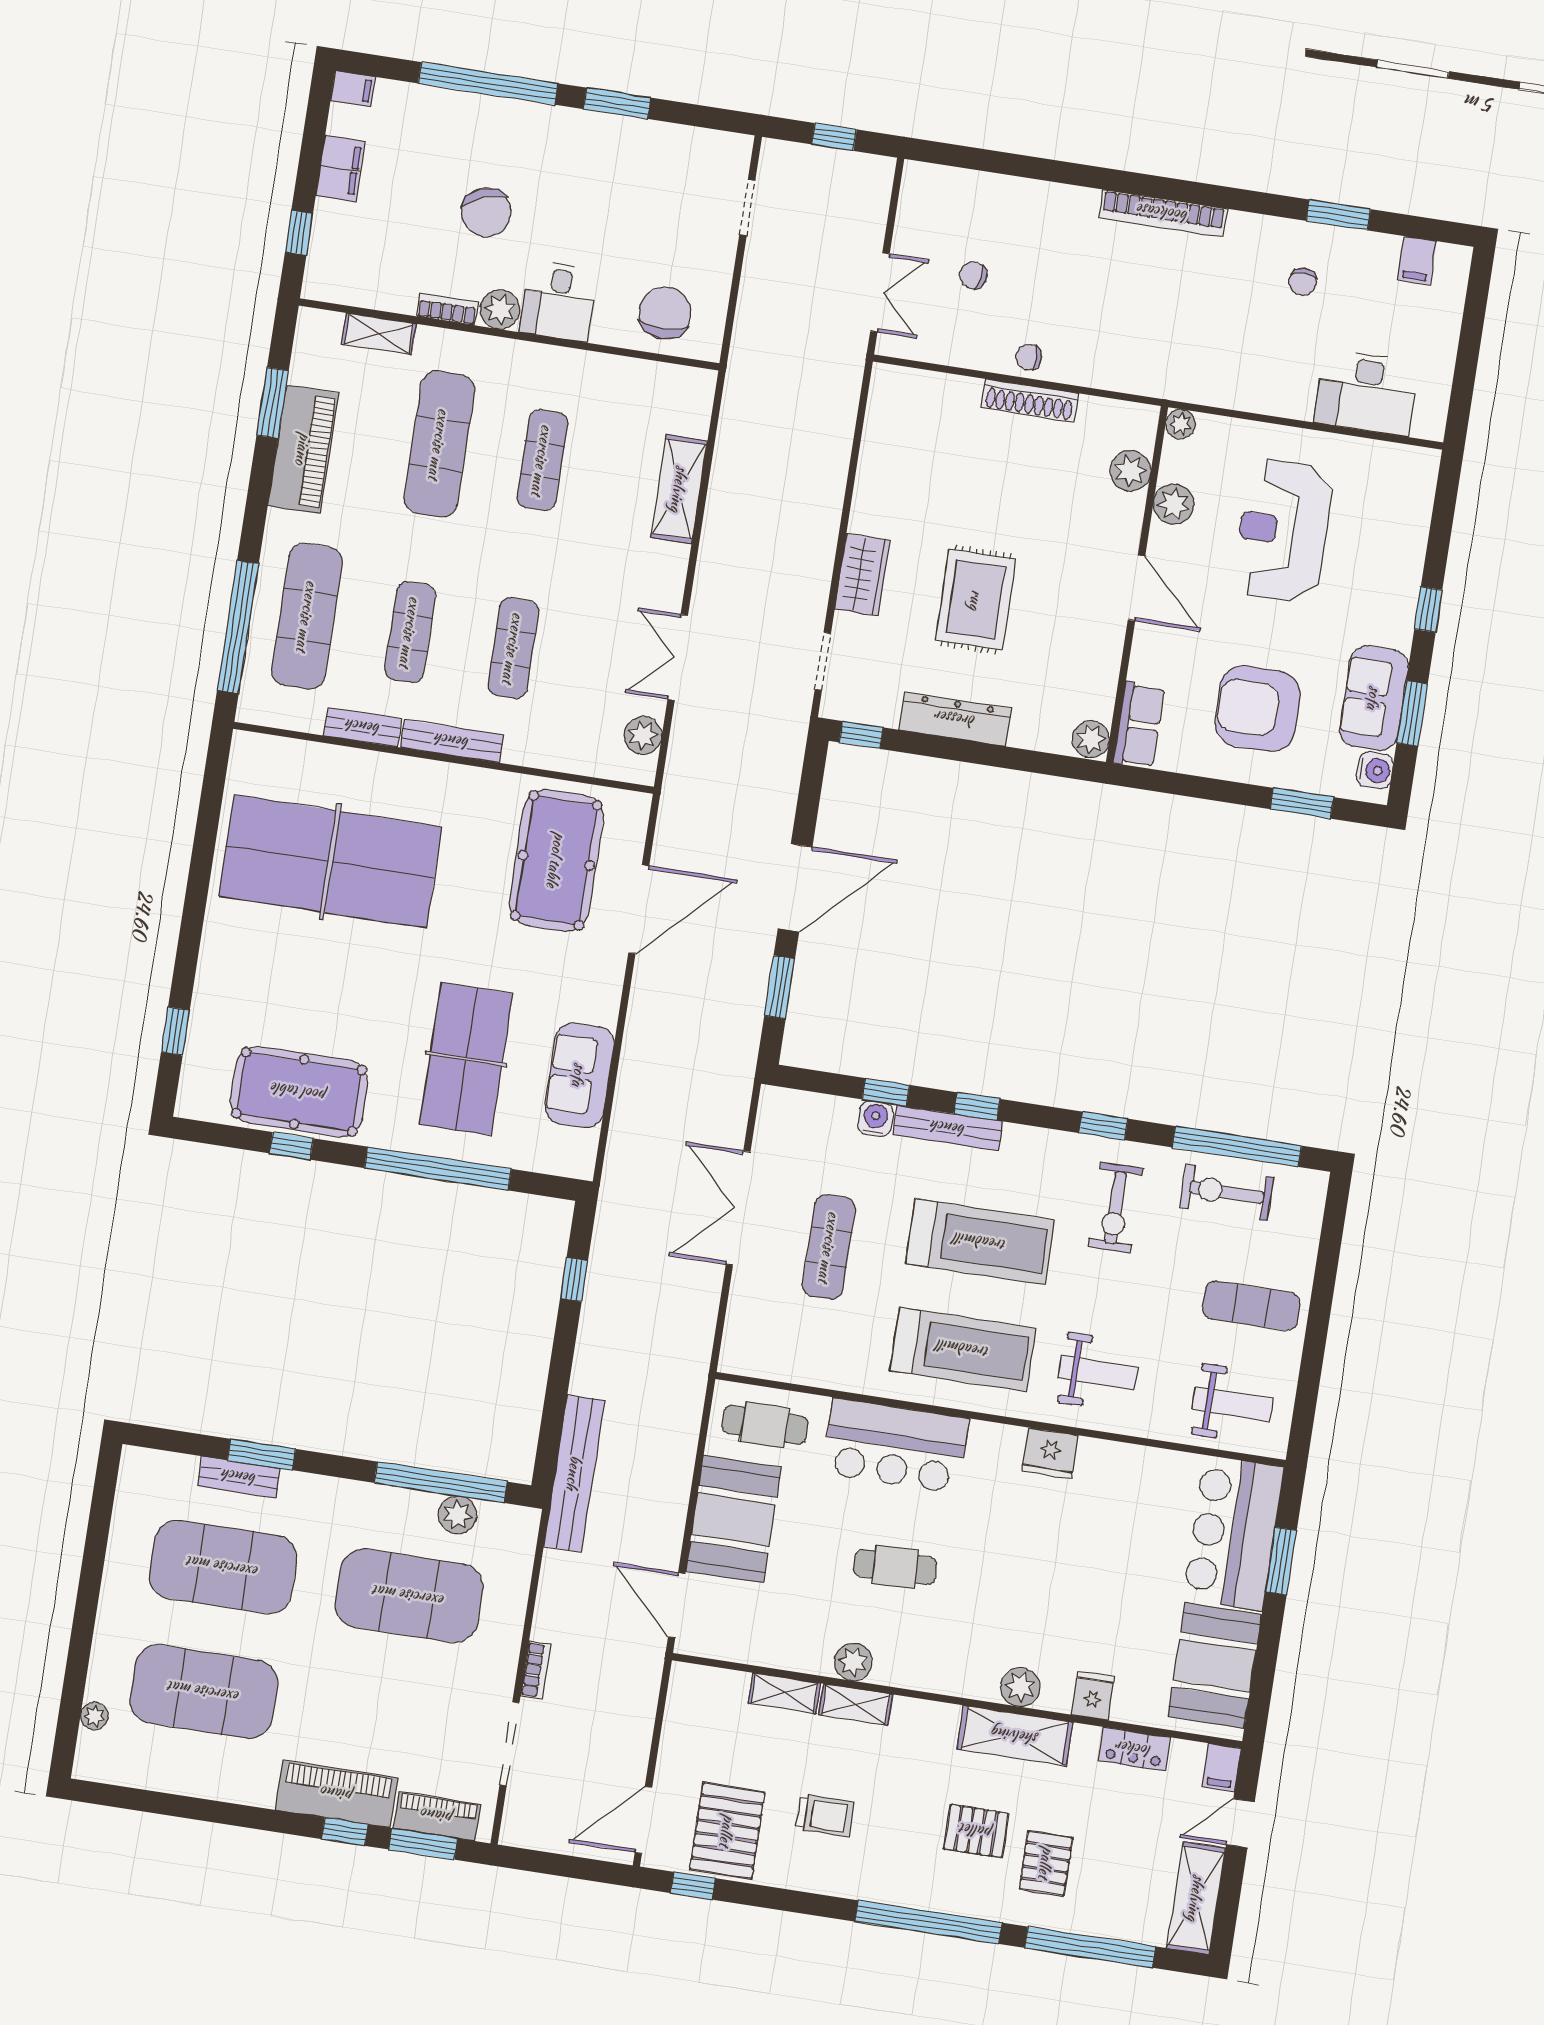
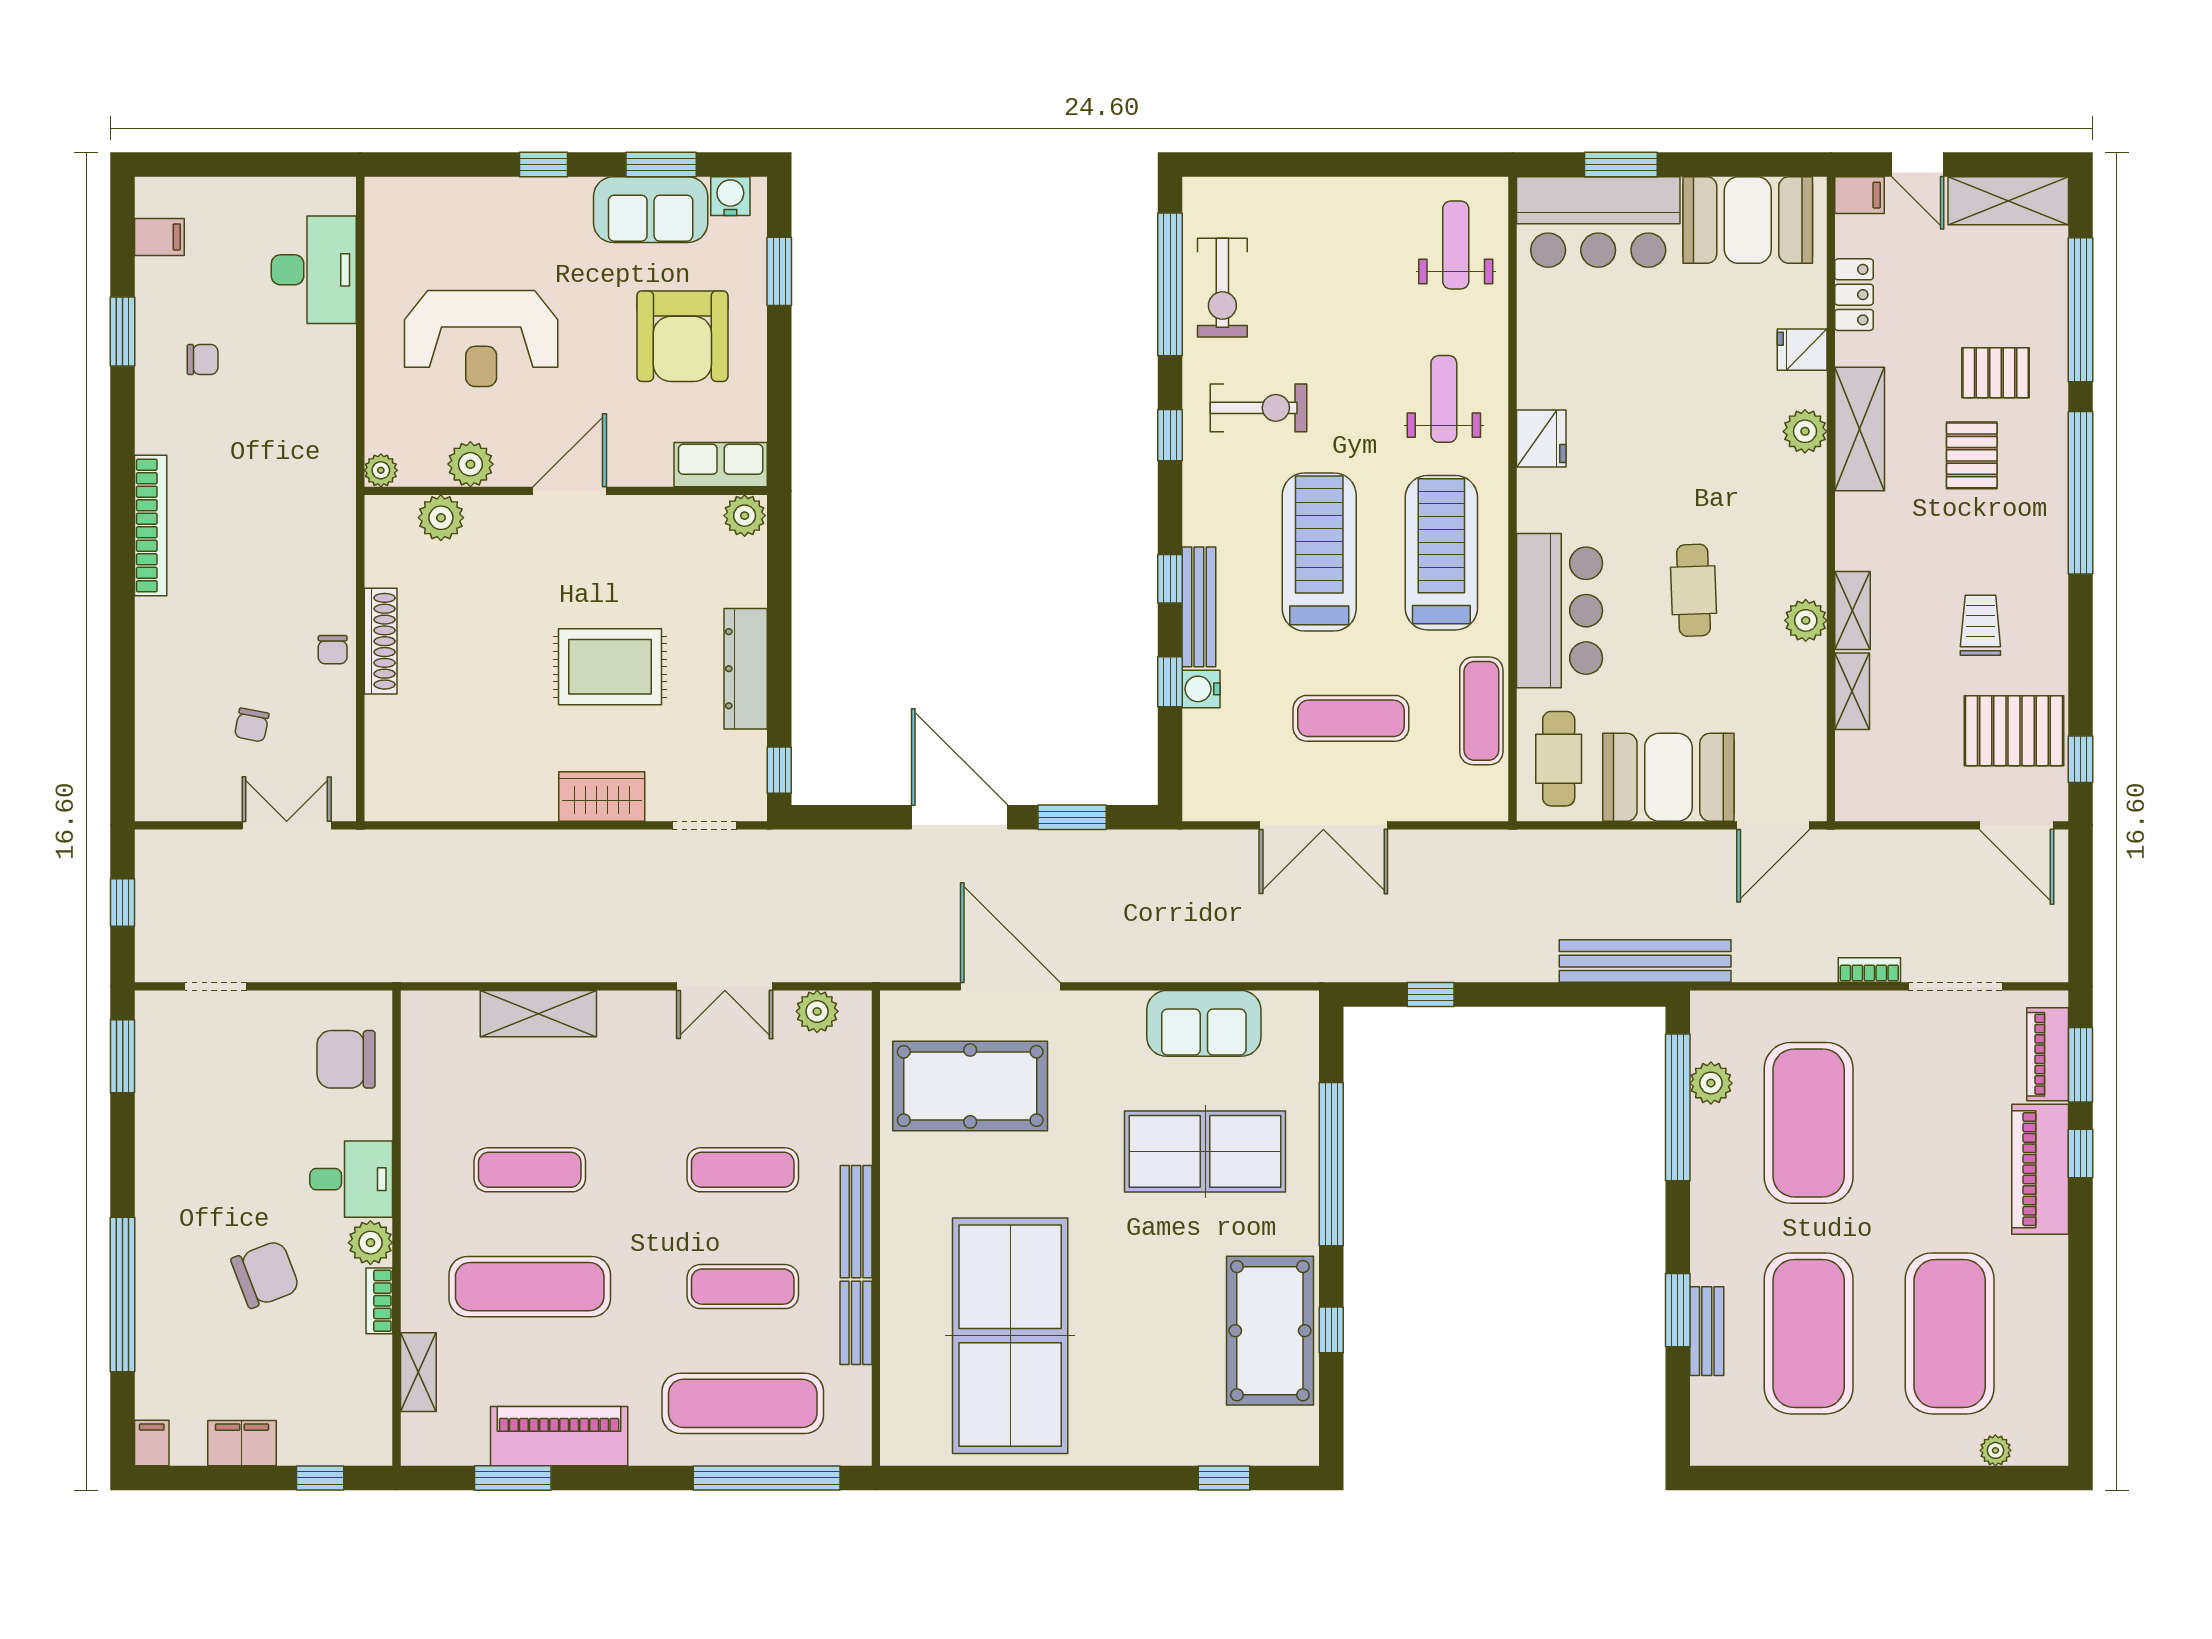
window: (617, 103) -> (123, 1056), moved
exercise mat: (1251, 1306) -> (1481, 711), moved

